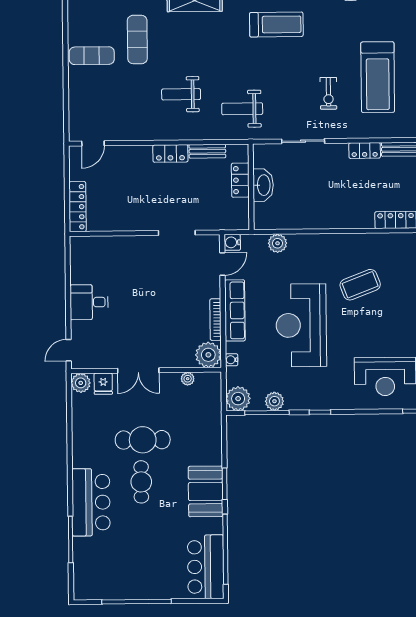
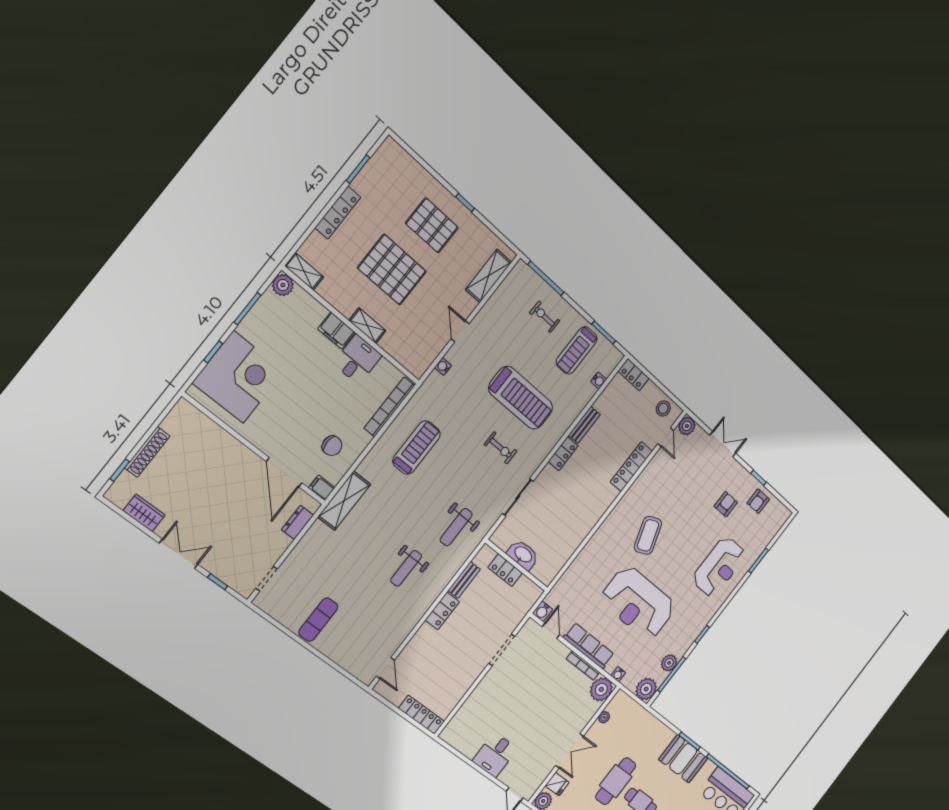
exercise mat: (137, 40) -> (336, 572), removed
plant: (278, 243) -> (571, 576), removed

